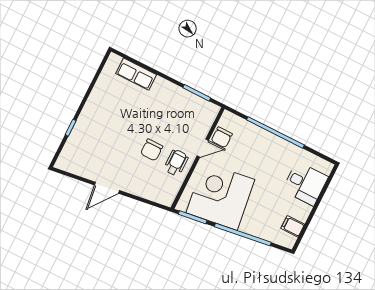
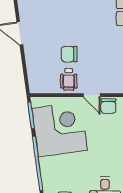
chair: (222, 137) -> (108, 106), turned -90
wheelchair: (176, 163) -> (69, 79), turned 90

